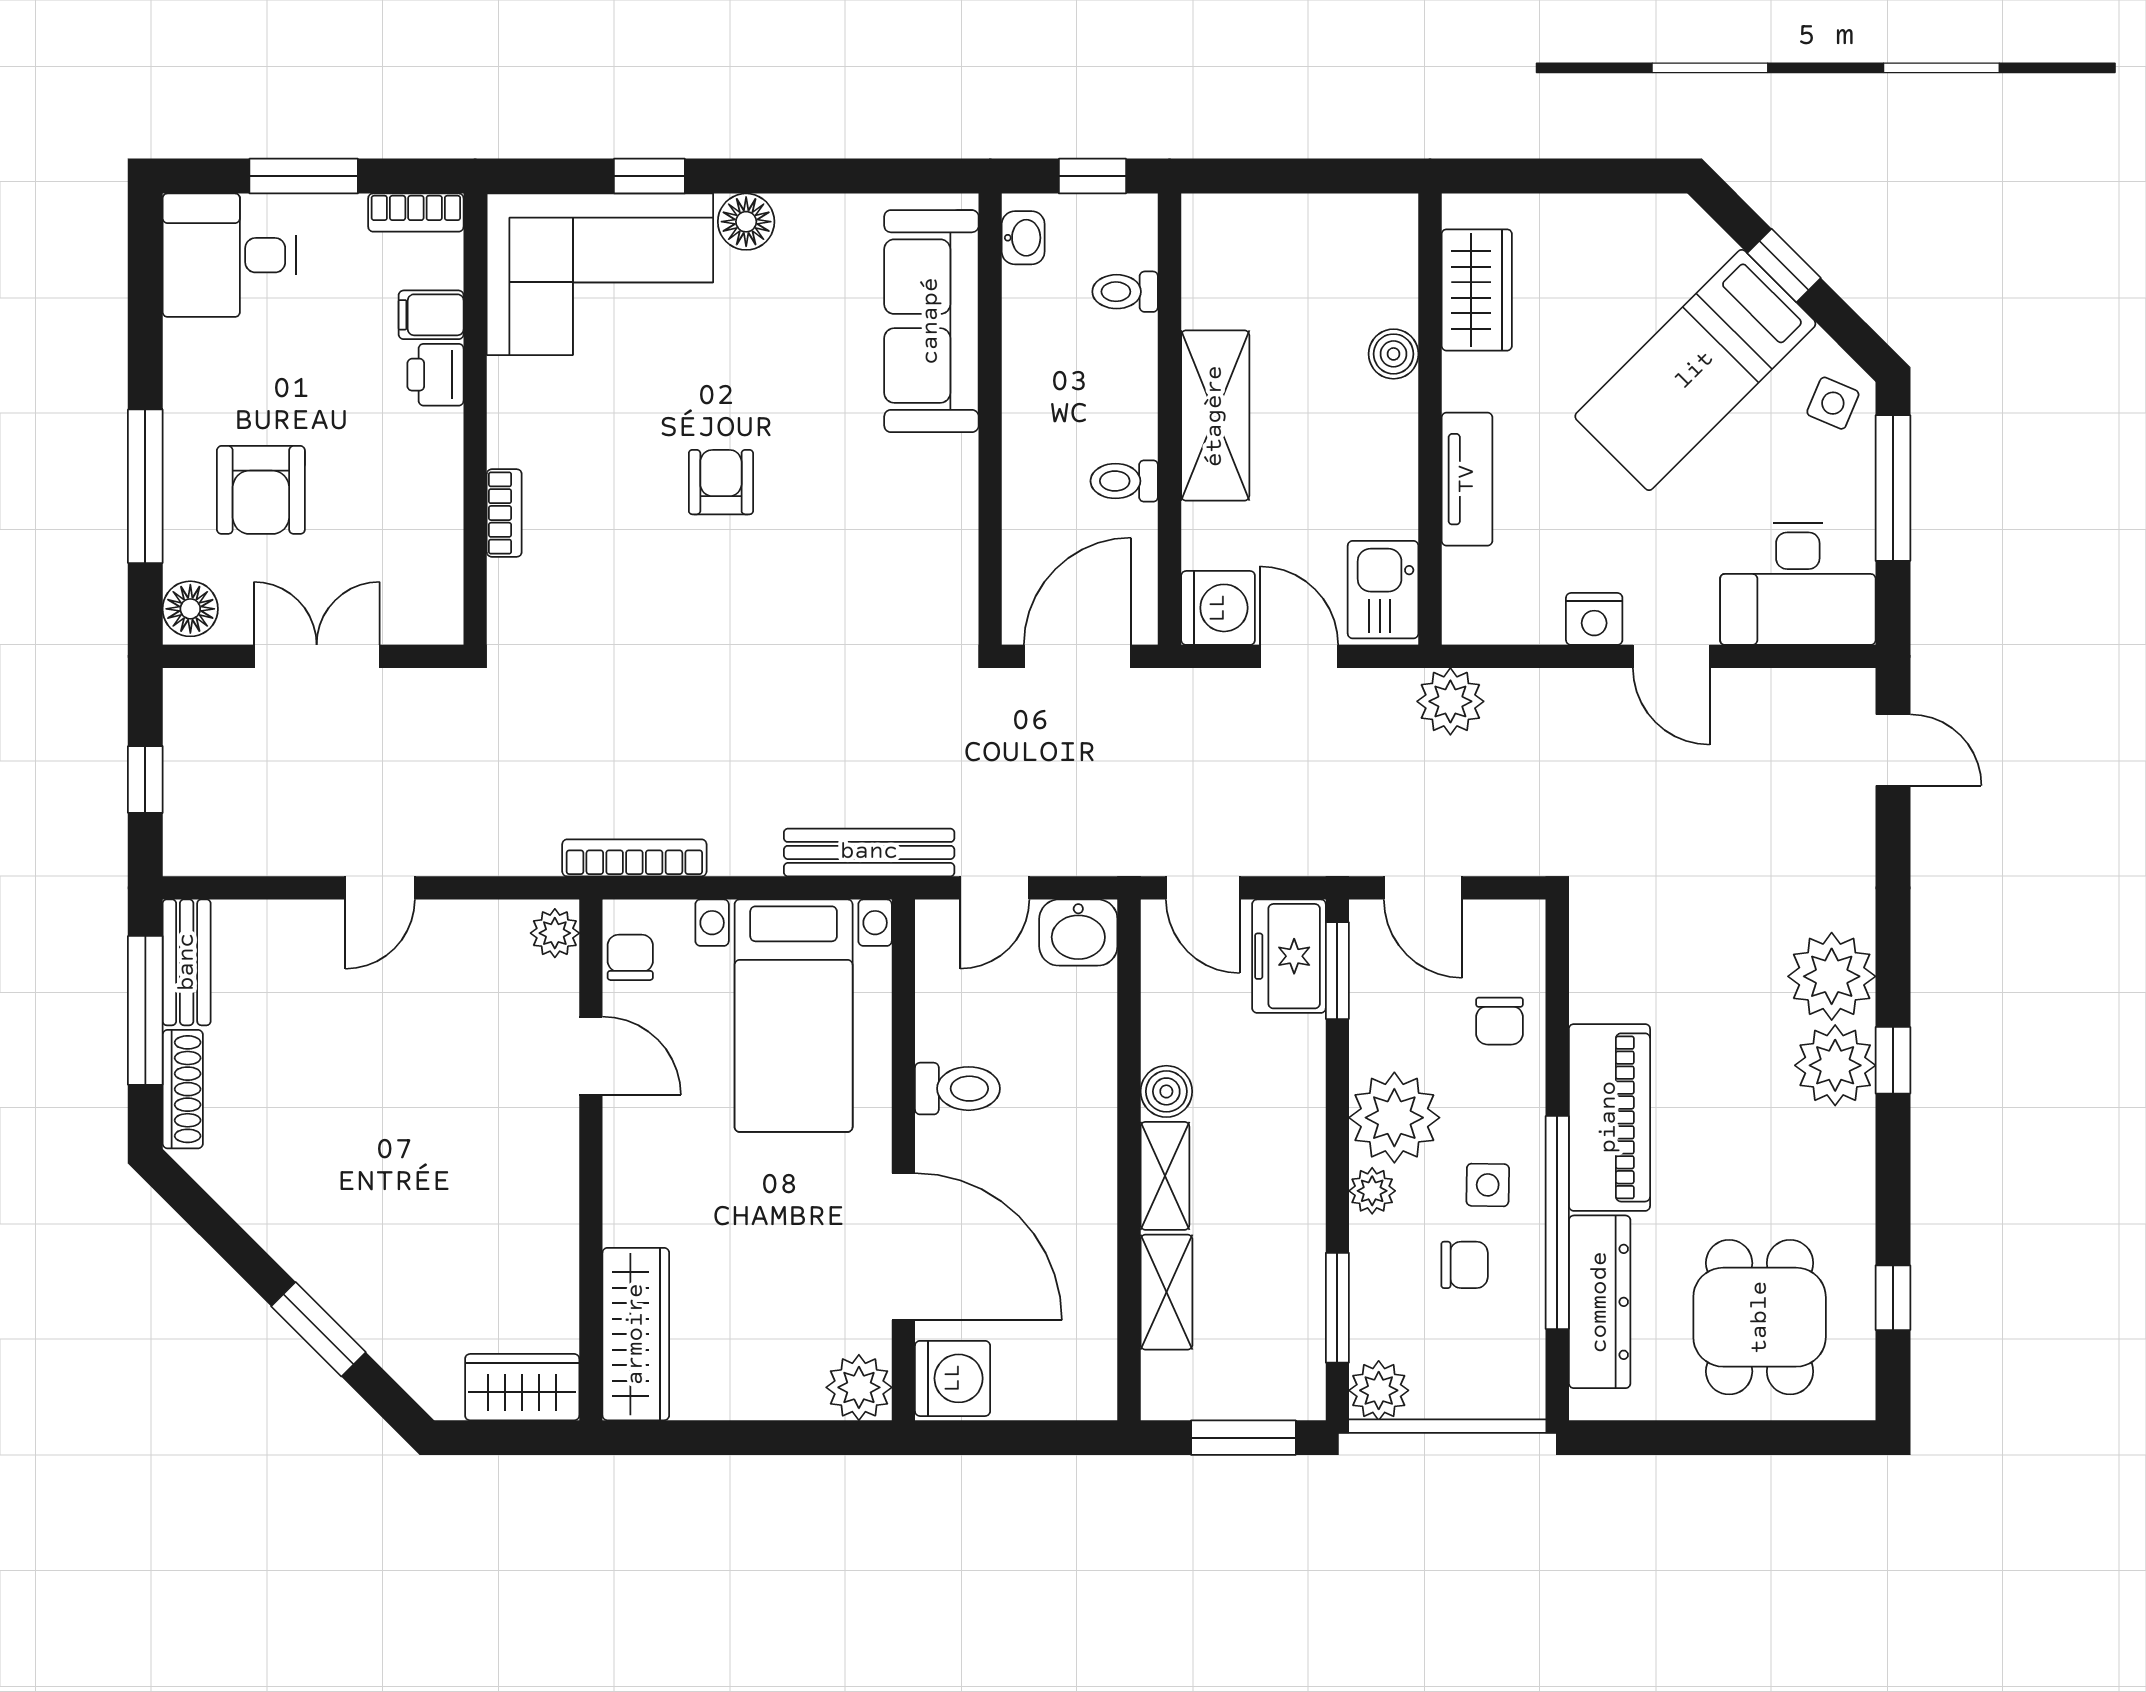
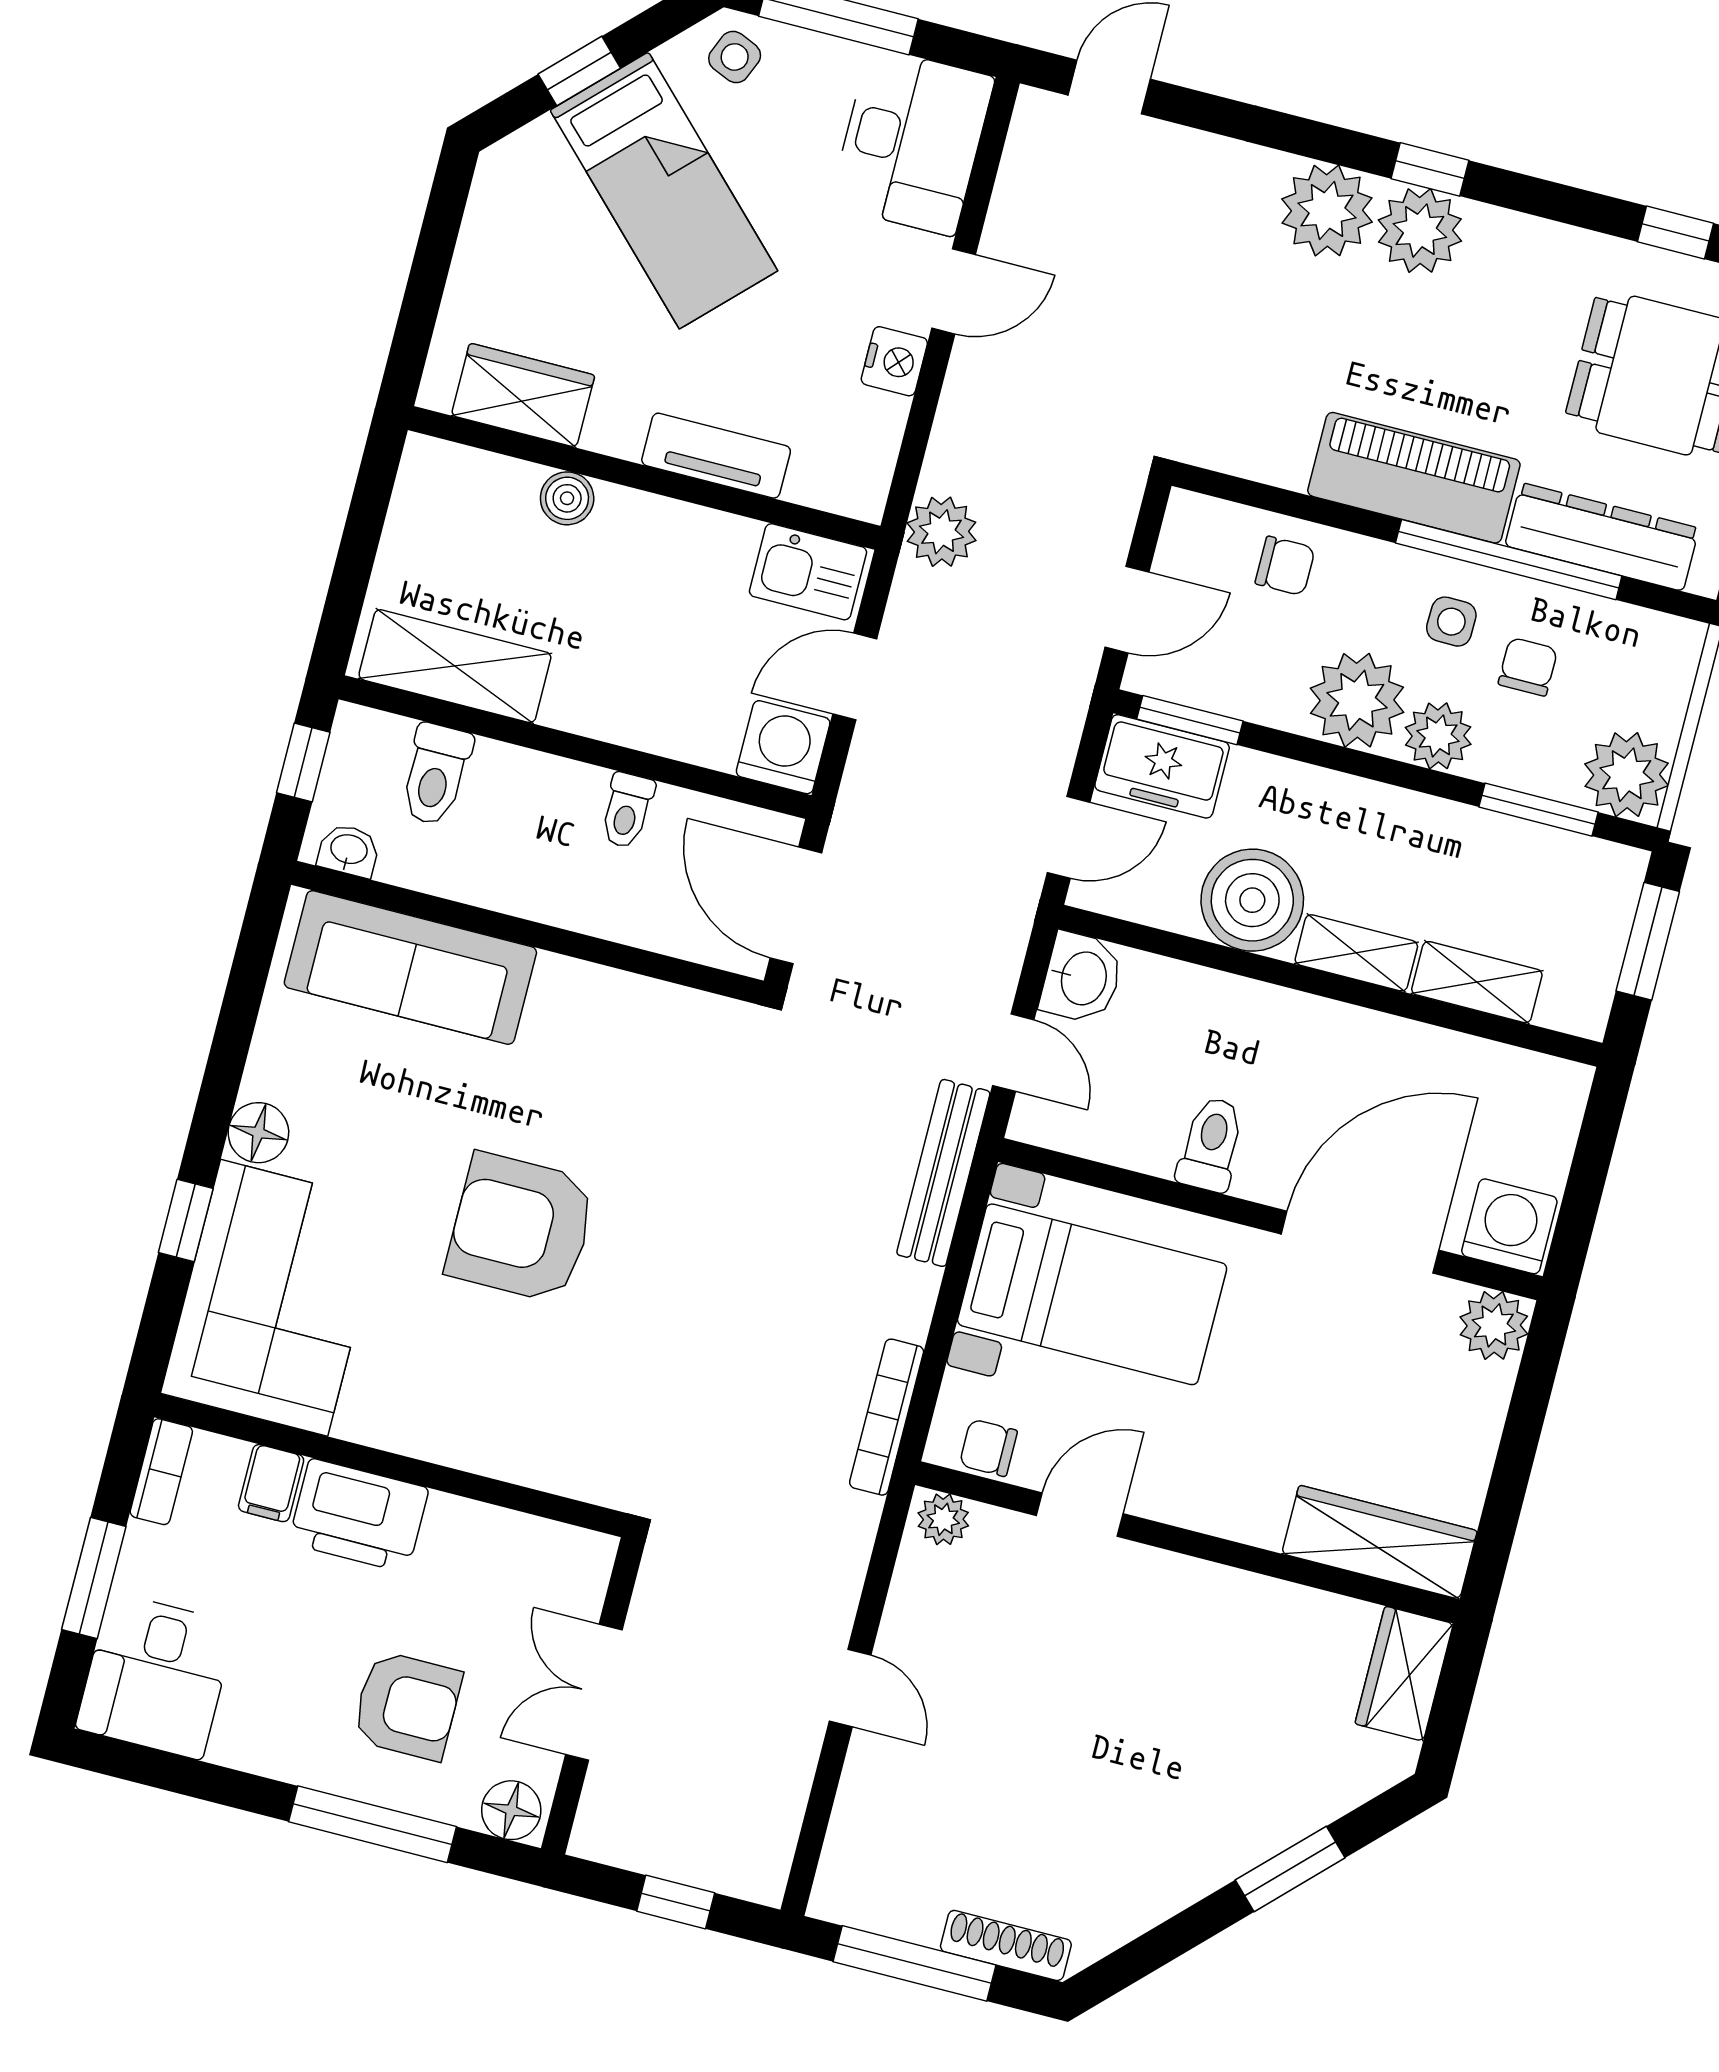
toilet: (1125, 292) -> (436, 774), width x1.37, depth x1.39
printer: (435, 375) -> (358, 1516), width x1.87, depth x1.48
shelving: (1215, 416) -> (455, 666), moved
armchair: (721, 482) -> (521, 1228), width x1.88, depth x1.88
bookcase: (504, 513) -> (495, 1460), removed
bench: (187, 962) -> (876, 1908), removed
boiler: (1166, 1091) -> (1252, 900), width x1.86, depth x1.86
plant: (1372, 1191) -> (1438, 736), width x1.38, depth x1.38
plant: (1379, 1390) -> (1627, 775), width x1.36, depth x1.36

